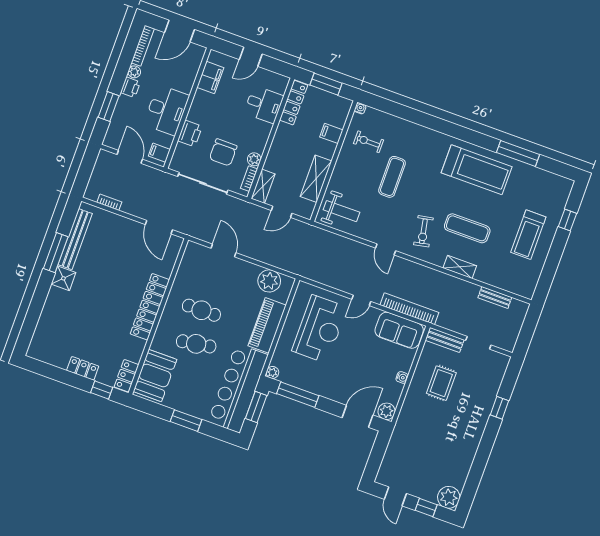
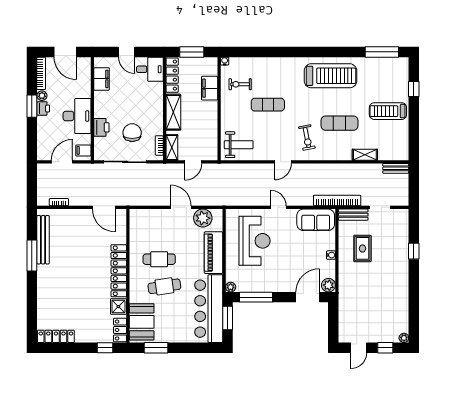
door: (179, 31) -> (65, 52), hinge flipped
door: (251, 57) -> (127, 52), hinge flipped
desk: (264, 105) -> (150, 69), moved
window: (109, 107) -> (32, 106), moved
filing cabinet: (331, 133) -> (210, 88), width x2.00
chair: (223, 152) -> (132, 133), turned 180
window: (518, 154) -> (382, 52), moved
door: (130, 157) -> (62, 162), hinge flipped
plant: (254, 159) -> (158, 129), removed
exercise mat: (392, 177) -> (268, 105), turned 90
shelving: (316, 179) -> (173, 112), moved
treadmill: (528, 235) -> (388, 111), turned 90
door: (386, 249) -> (283, 162), hinge flipped
door: (223, 250) -> (181, 207), moved
shelving: (460, 267) -> (365, 155), moved
shower: (63, 278) -> (118, 307), moved
bench: (495, 297) -> (396, 168), moved
door: (361, 300) -> (278, 207), swing flipped
bookcase: (409, 309) -> (337, 201), moved
locker: (83, 368) -> (56, 336), moved, width x1.53
window: (186, 421) -> (156, 348), moved
door: (395, 496) -> (359, 348), hinge flipped
plant: (449, 497) -> (404, 338), width x0.53, depth x0.53

